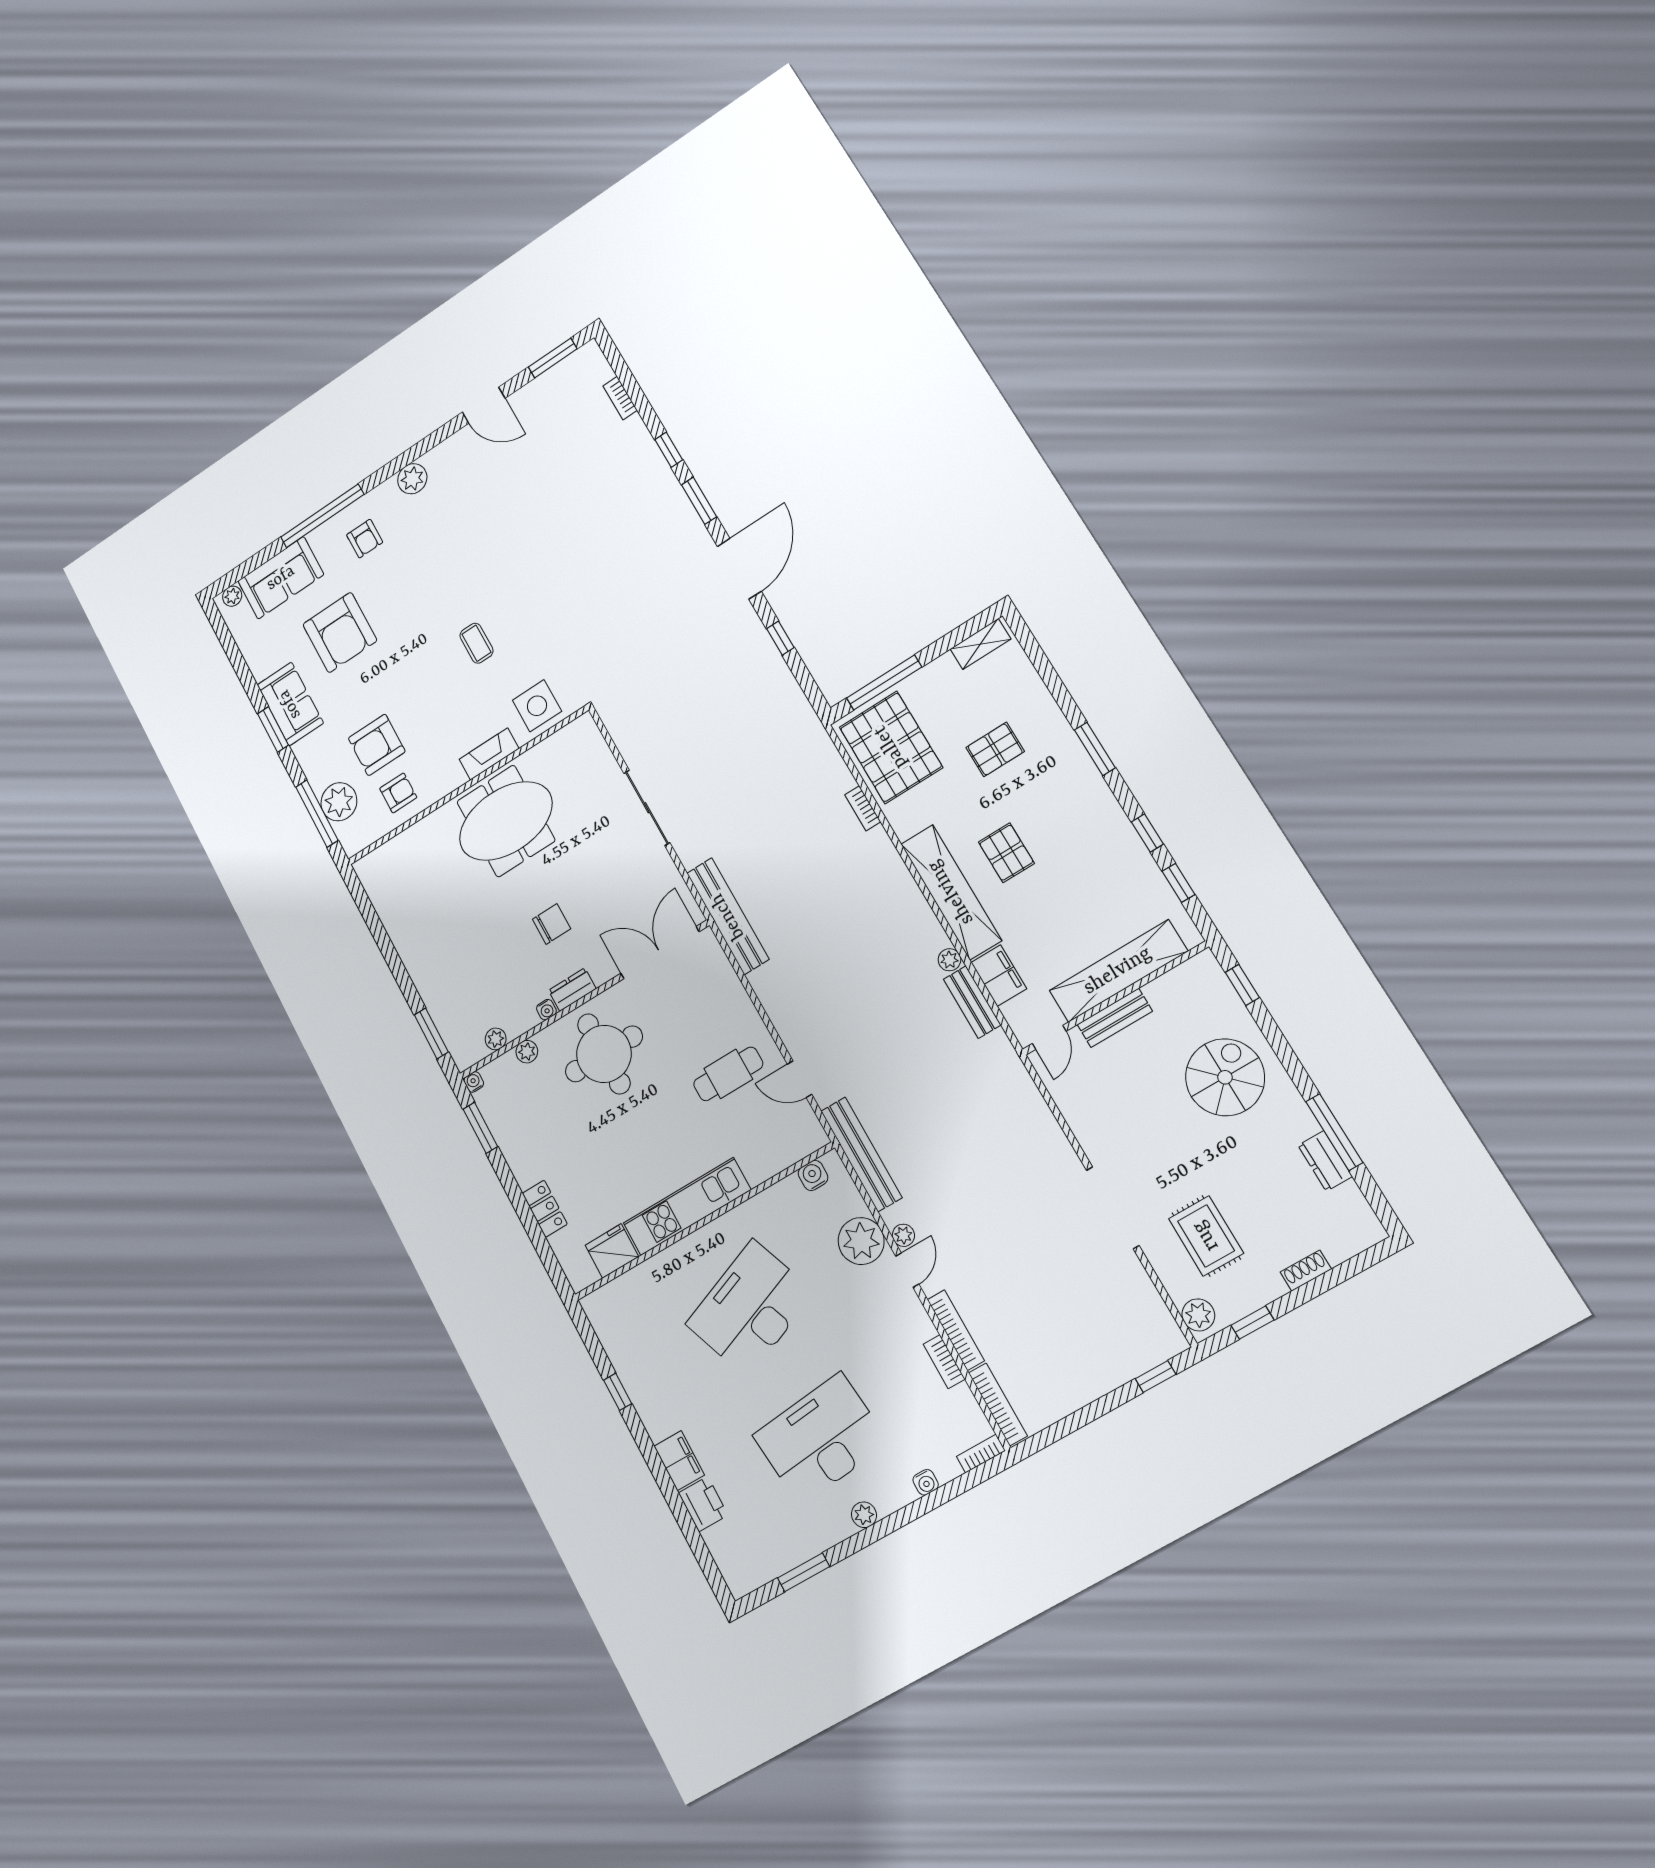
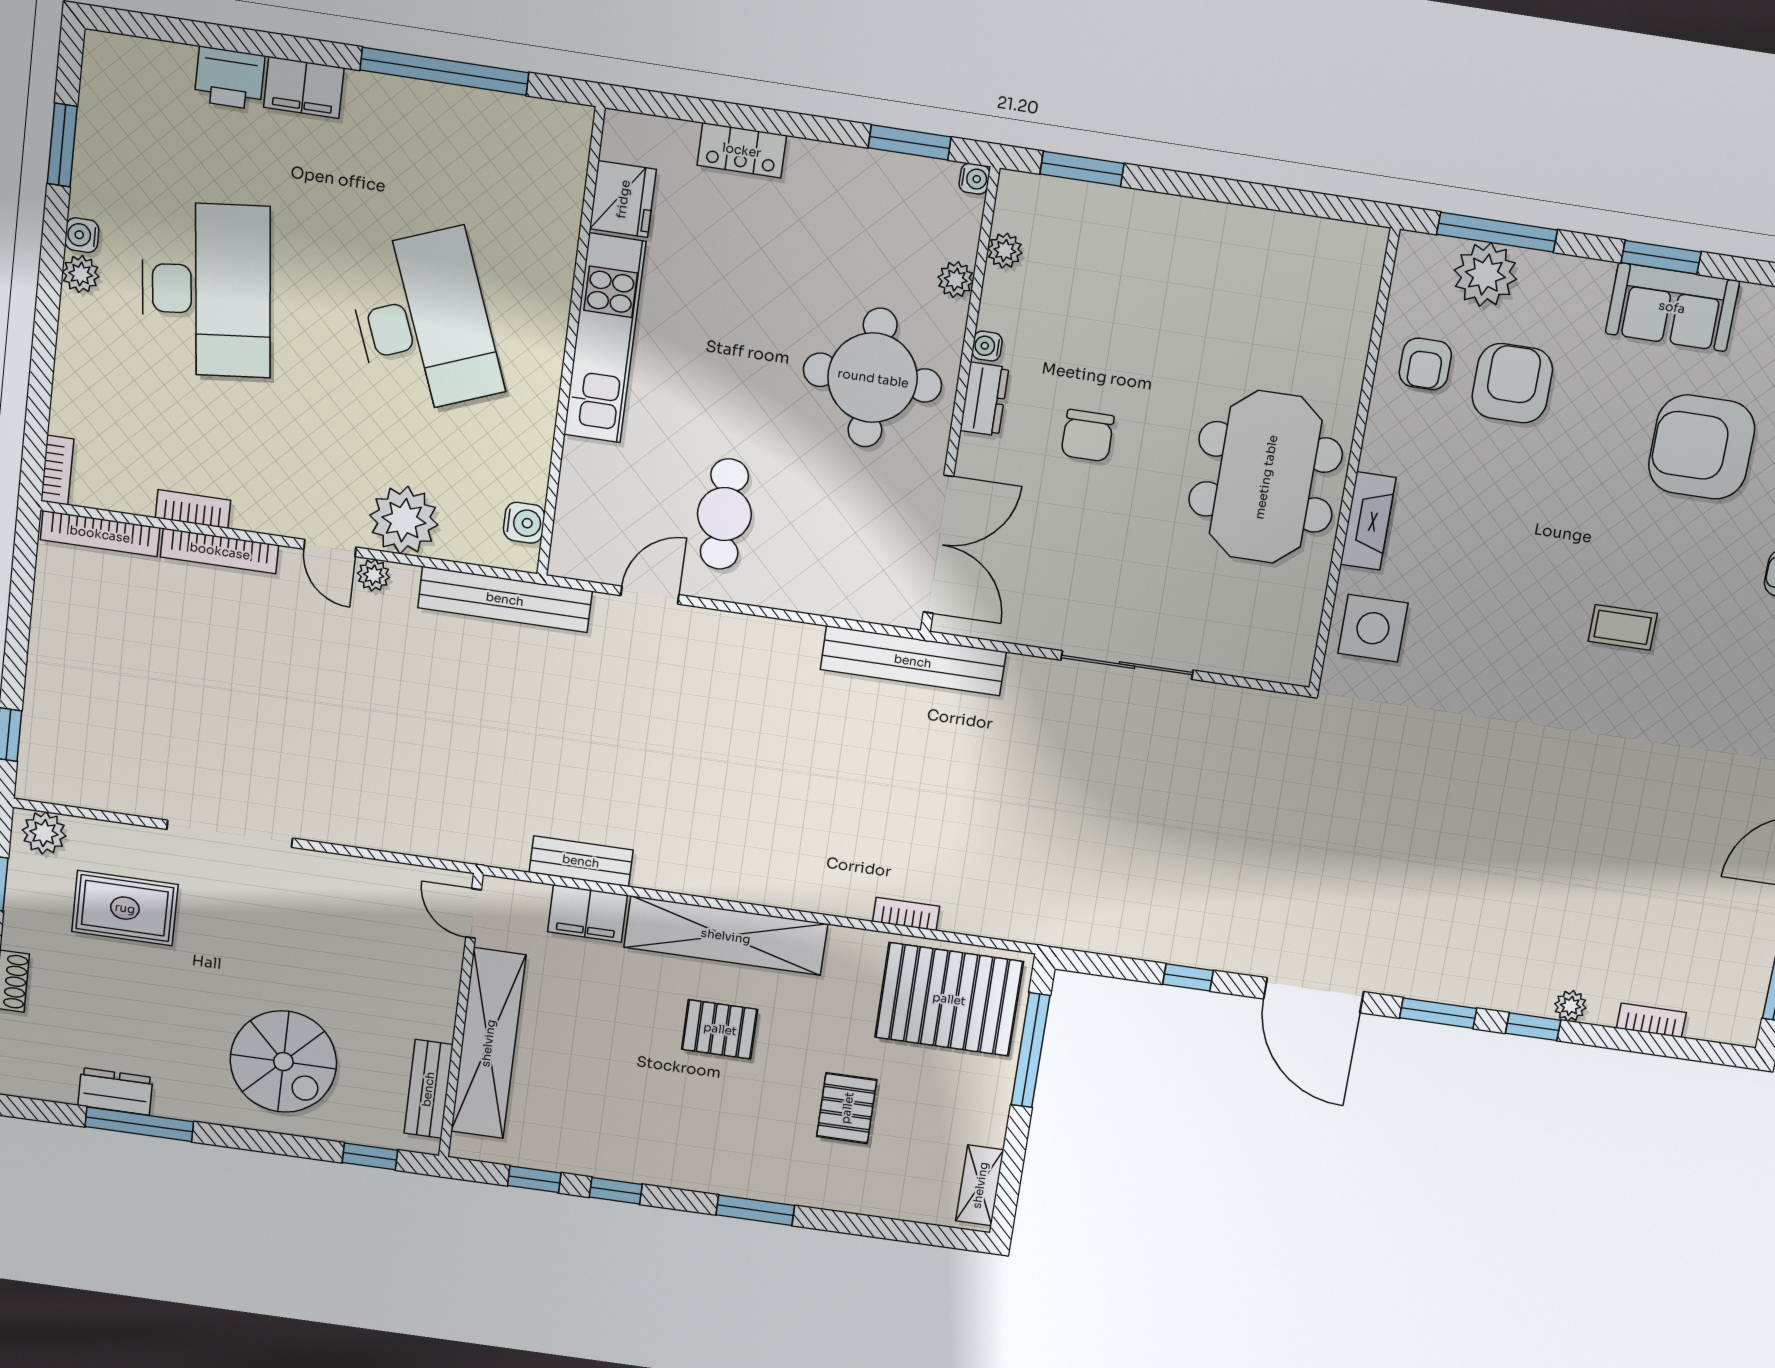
coffee table: (476, 643) -> (1623, 627), moved
plant: (949, 960) -> (1570, 1006), moved
bench: (1115, 1018) -> (428, 1089), moved
window: (618, 1392) -> (444, 71), width x3.17
water cooler: (926, 1482) -> (82, 235), moved

